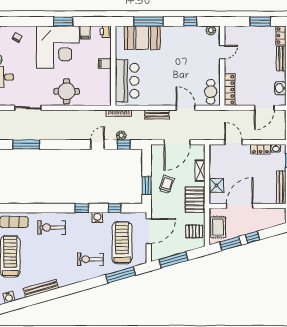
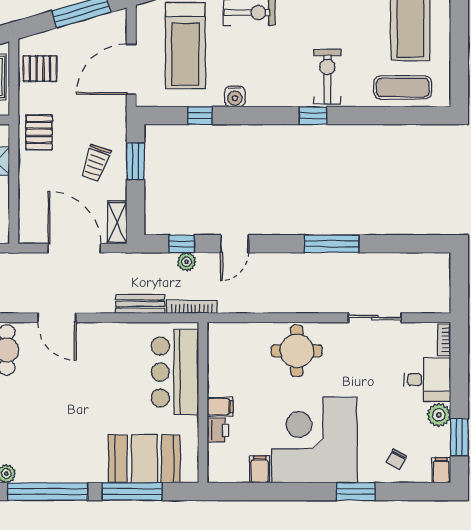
window: (63, 21) -> (356, 492), moved
window: (190, 21) -> (48, 492), width x3.17
printer: (106, 32) -> (218, 430), moved
bench: (157, 115) -> (140, 304), moved
door: (177, 142) -> (74, 248), hinge flipped
window: (26, 144) -> (332, 244), moved
shelving: (200, 171) -> (117, 222), moved
pallet: (195, 200) -> (39, 132), width x0.67, depth x0.71
window: (82, 208) -> (313, 116), moved
exercise bike: (51, 227) -> (327, 77), turned -90

